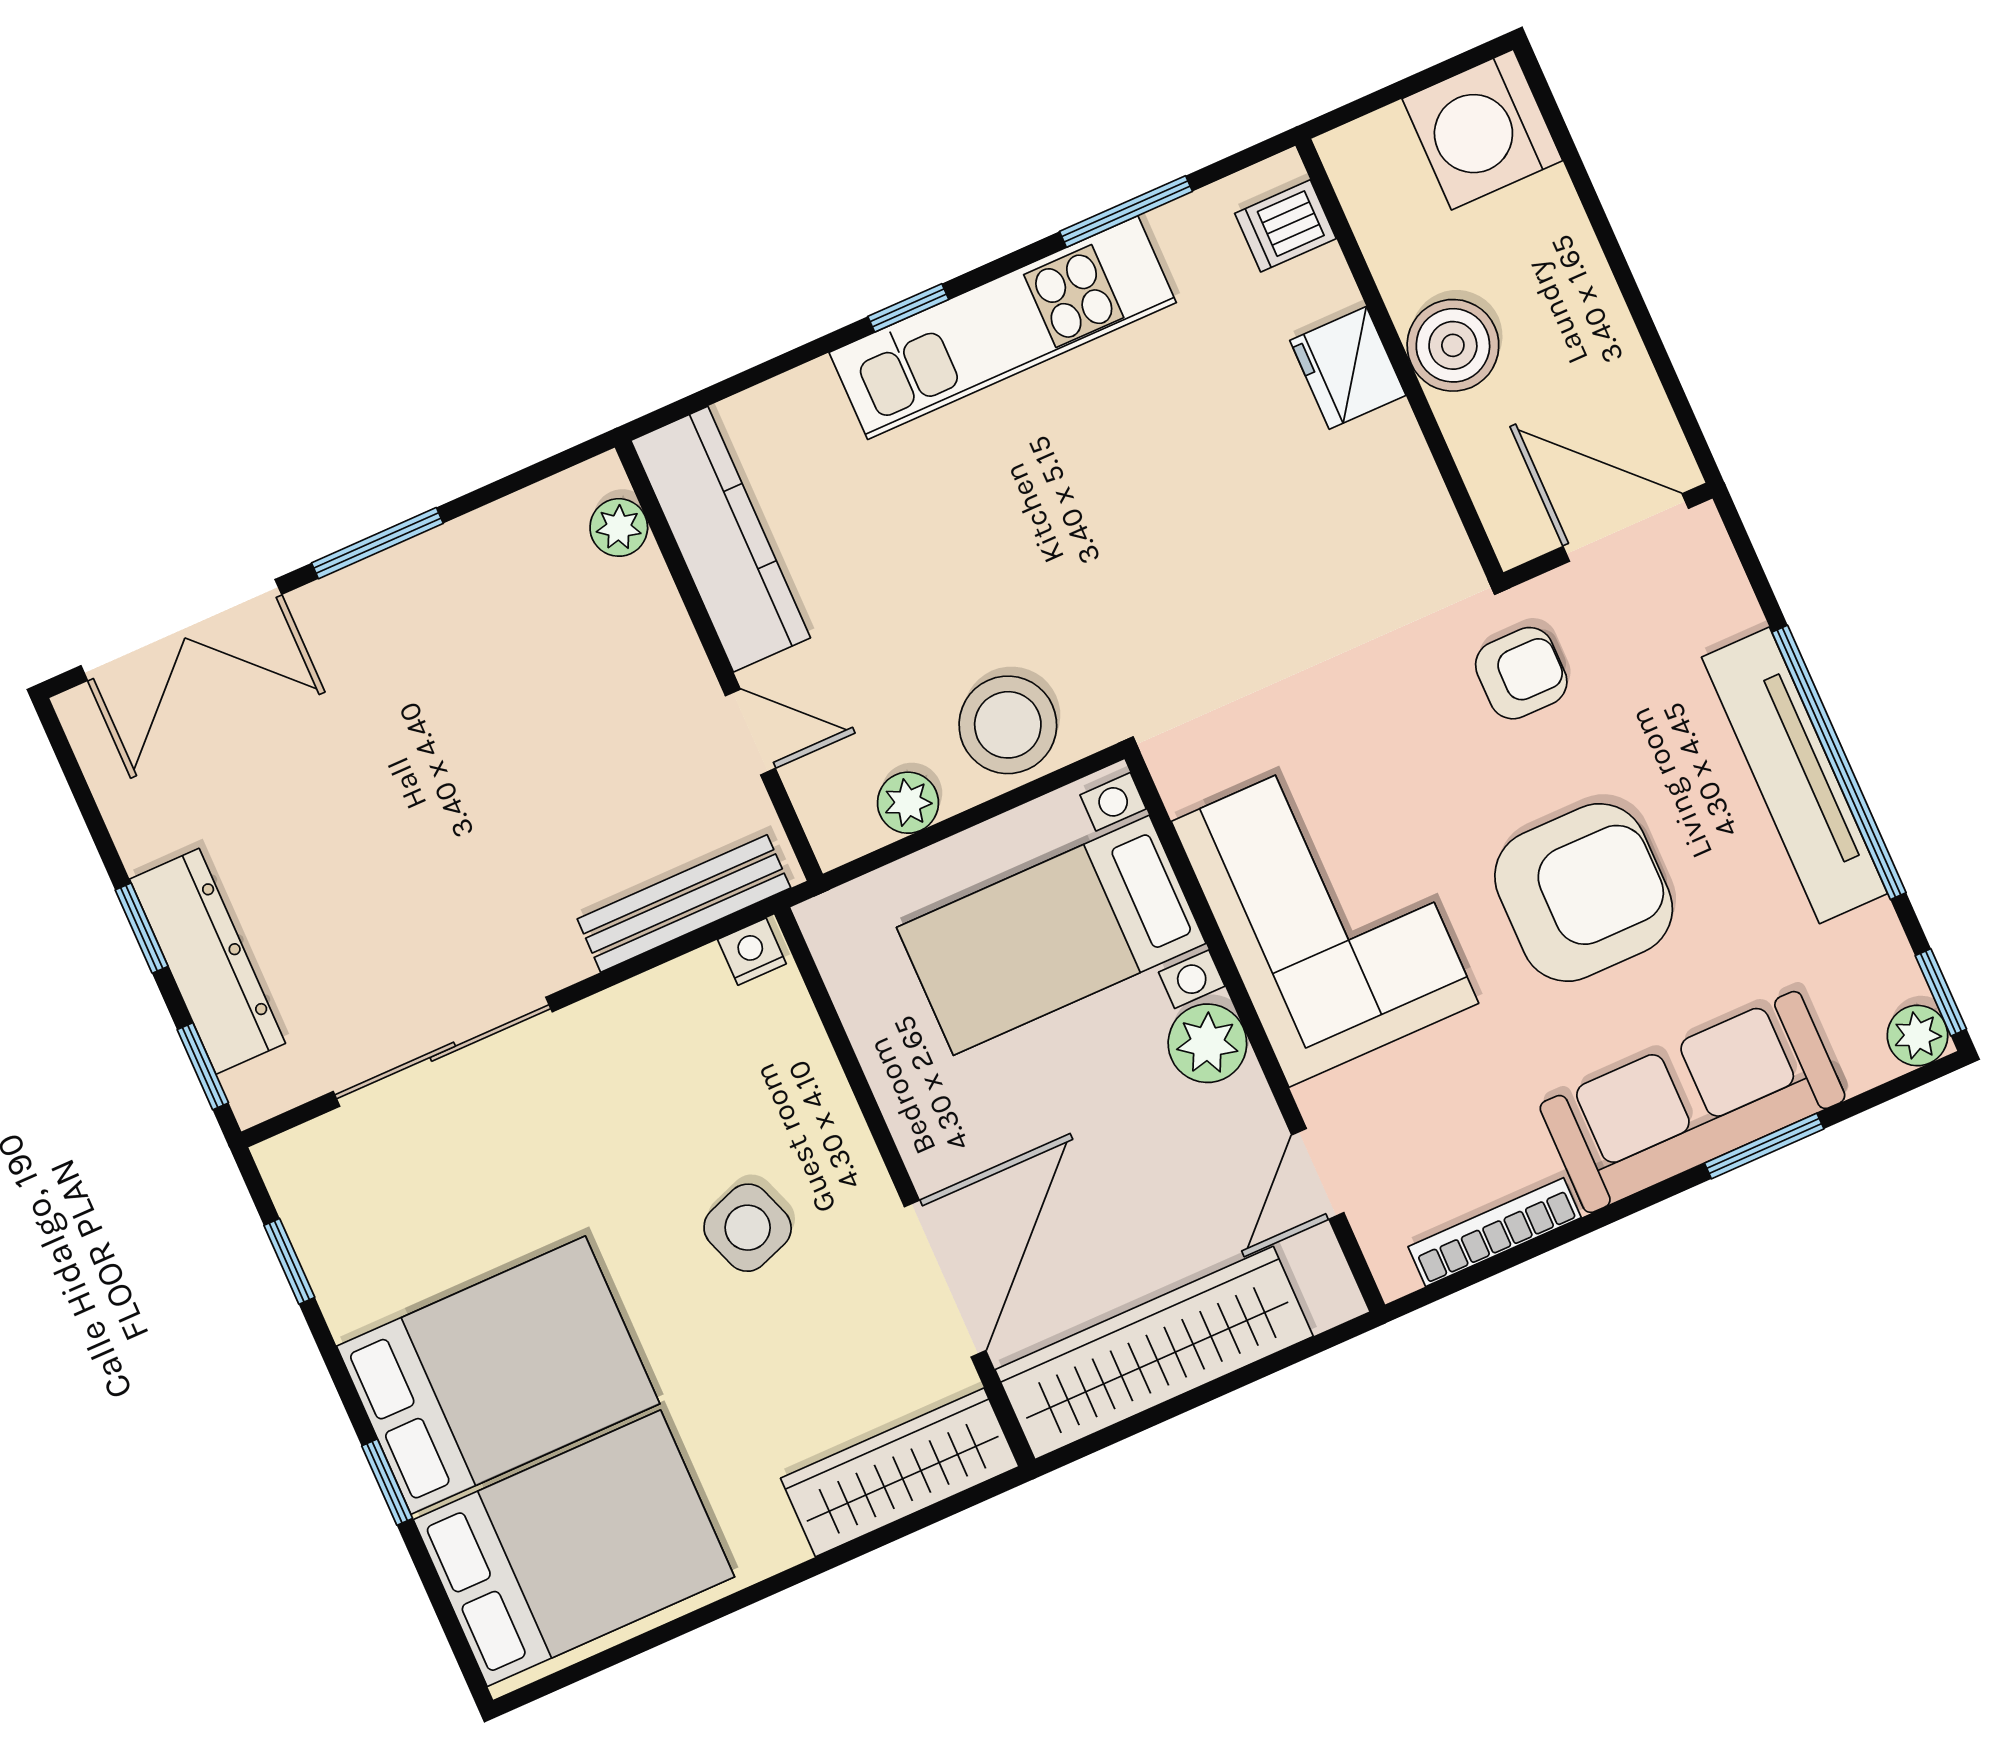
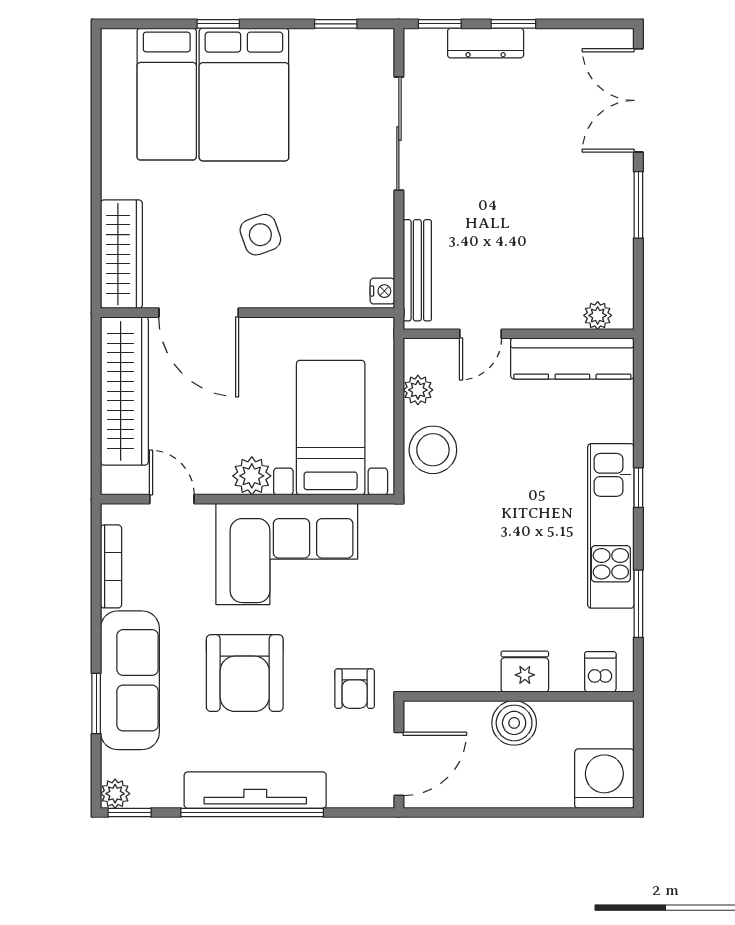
dresser: (207, 961) -> (486, 43), width x0.73, depth x0.80
bed: (574, 1548) -> (167, 94), width x0.67

